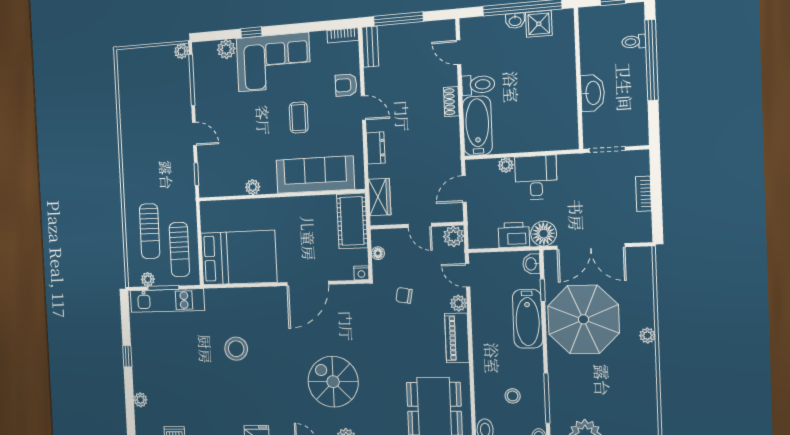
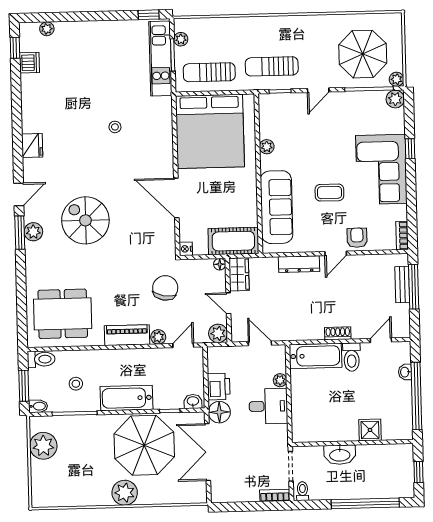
washbasin: (515, 21) -> (405, 372), moved
shower: (539, 24) -> (370, 430), moved
toilet: (634, 42) -> (302, 491), moved
bench: (370, 47) -> (402, 285), moved, turned 90
plant: (226, 49) -> (395, 99), moved
parasol: (157, 88) -> (363, 54), added
dresser: (376, 148) -> (299, 264), width x1.44
bookcase: (643, 194) -> (275, 495), moved
wardrobe: (380, 197) -> (239, 274), moved, turned -90
door: (420, 225) -> (228, 303), hinge flipped
sun lounger: (150, 231) -> (272, 66), moved
floor lamp: (378, 253) -> (220, 264), moved
bed: (239, 258) -> (210, 131), width x1.36
chair: (404, 295) -> (165, 288), width x1.87, depth x1.87
bathtub: (528, 319) -> (126, 398), moved
plant: (647, 335) -> (125, 493), width x1.88, depth x1.88
stool: (236, 349) -> (115, 127), width x0.53, depth x0.53
window: (127, 356) -> (149, 15), moved
spiral stairs: (333, 382) -> (85, 220), turned -90
plant: (140, 400) -> (47, 29), moved

